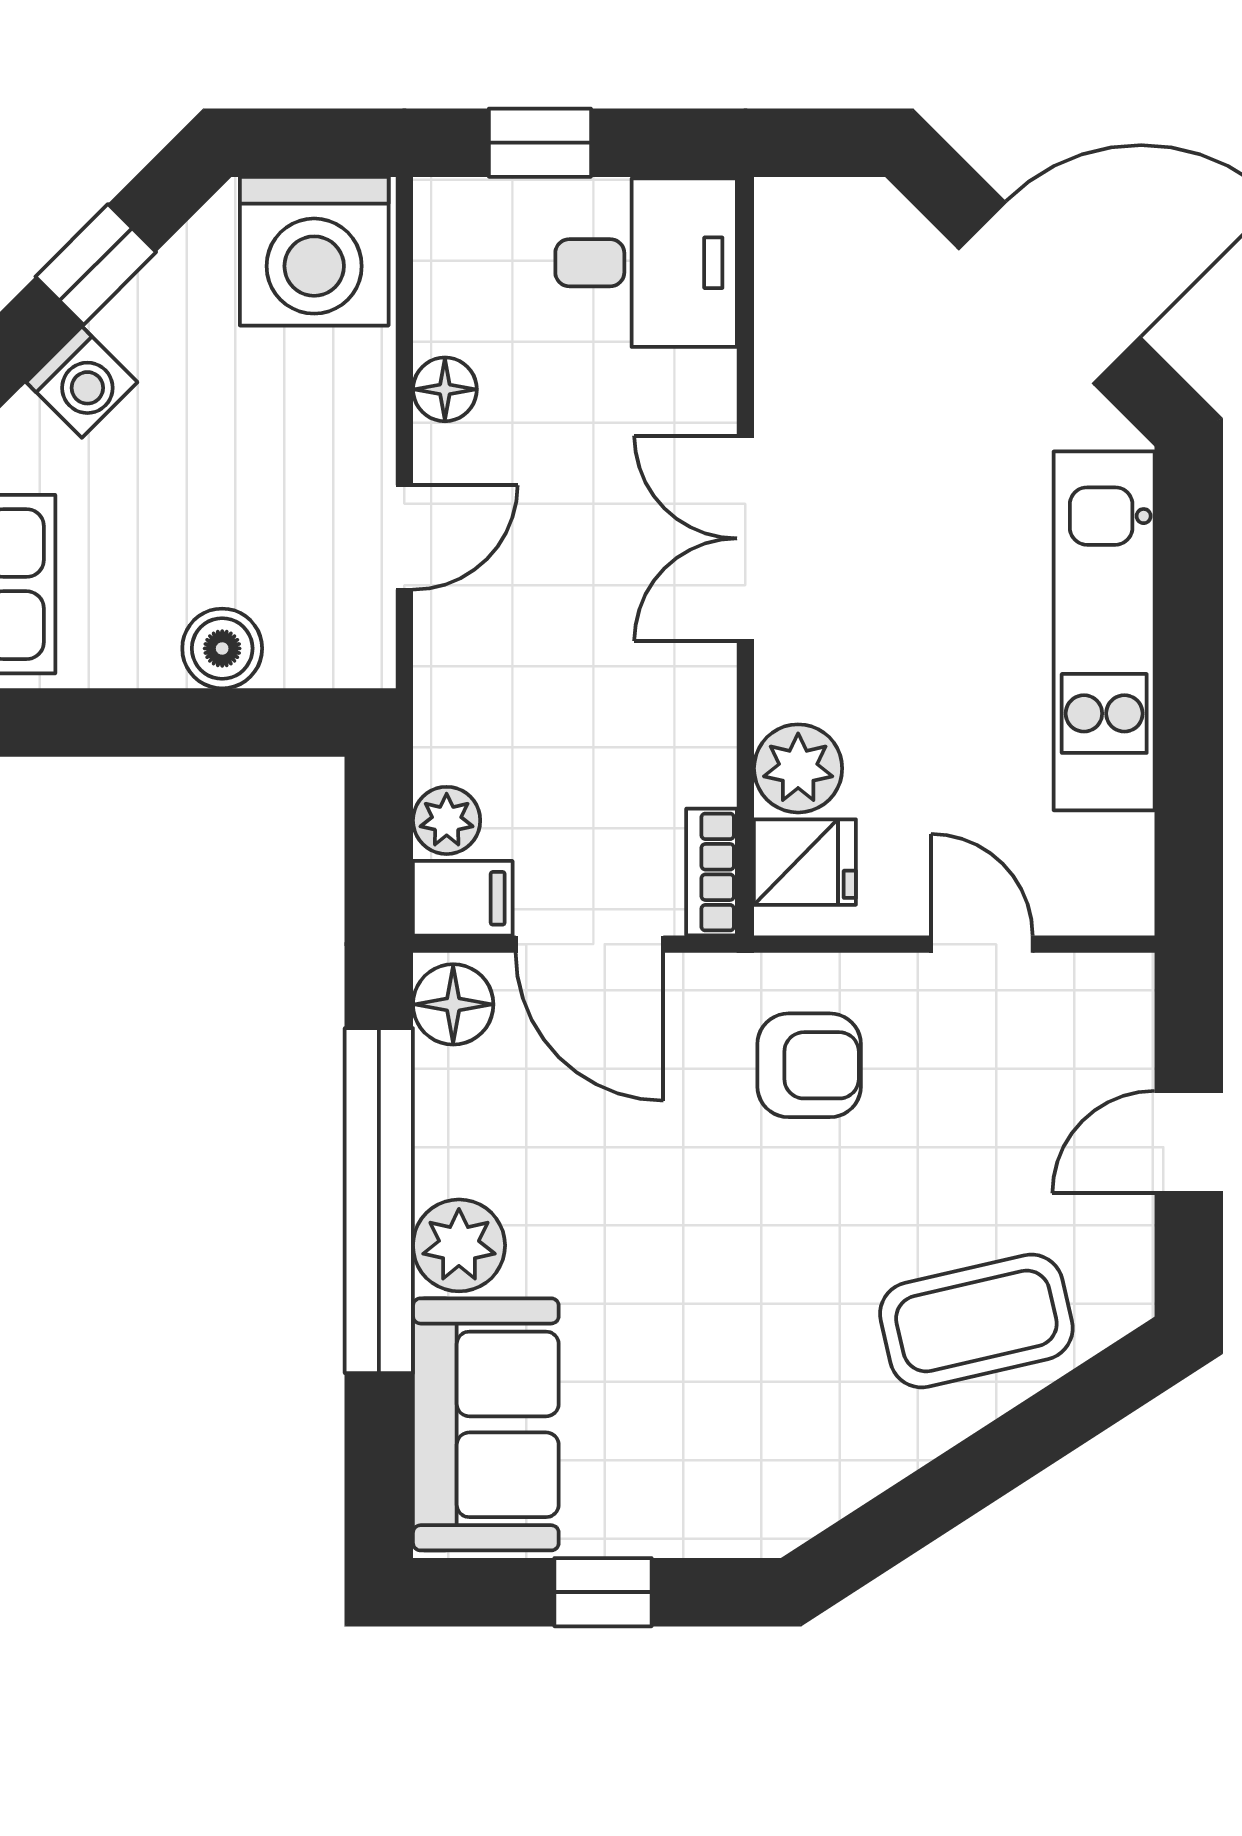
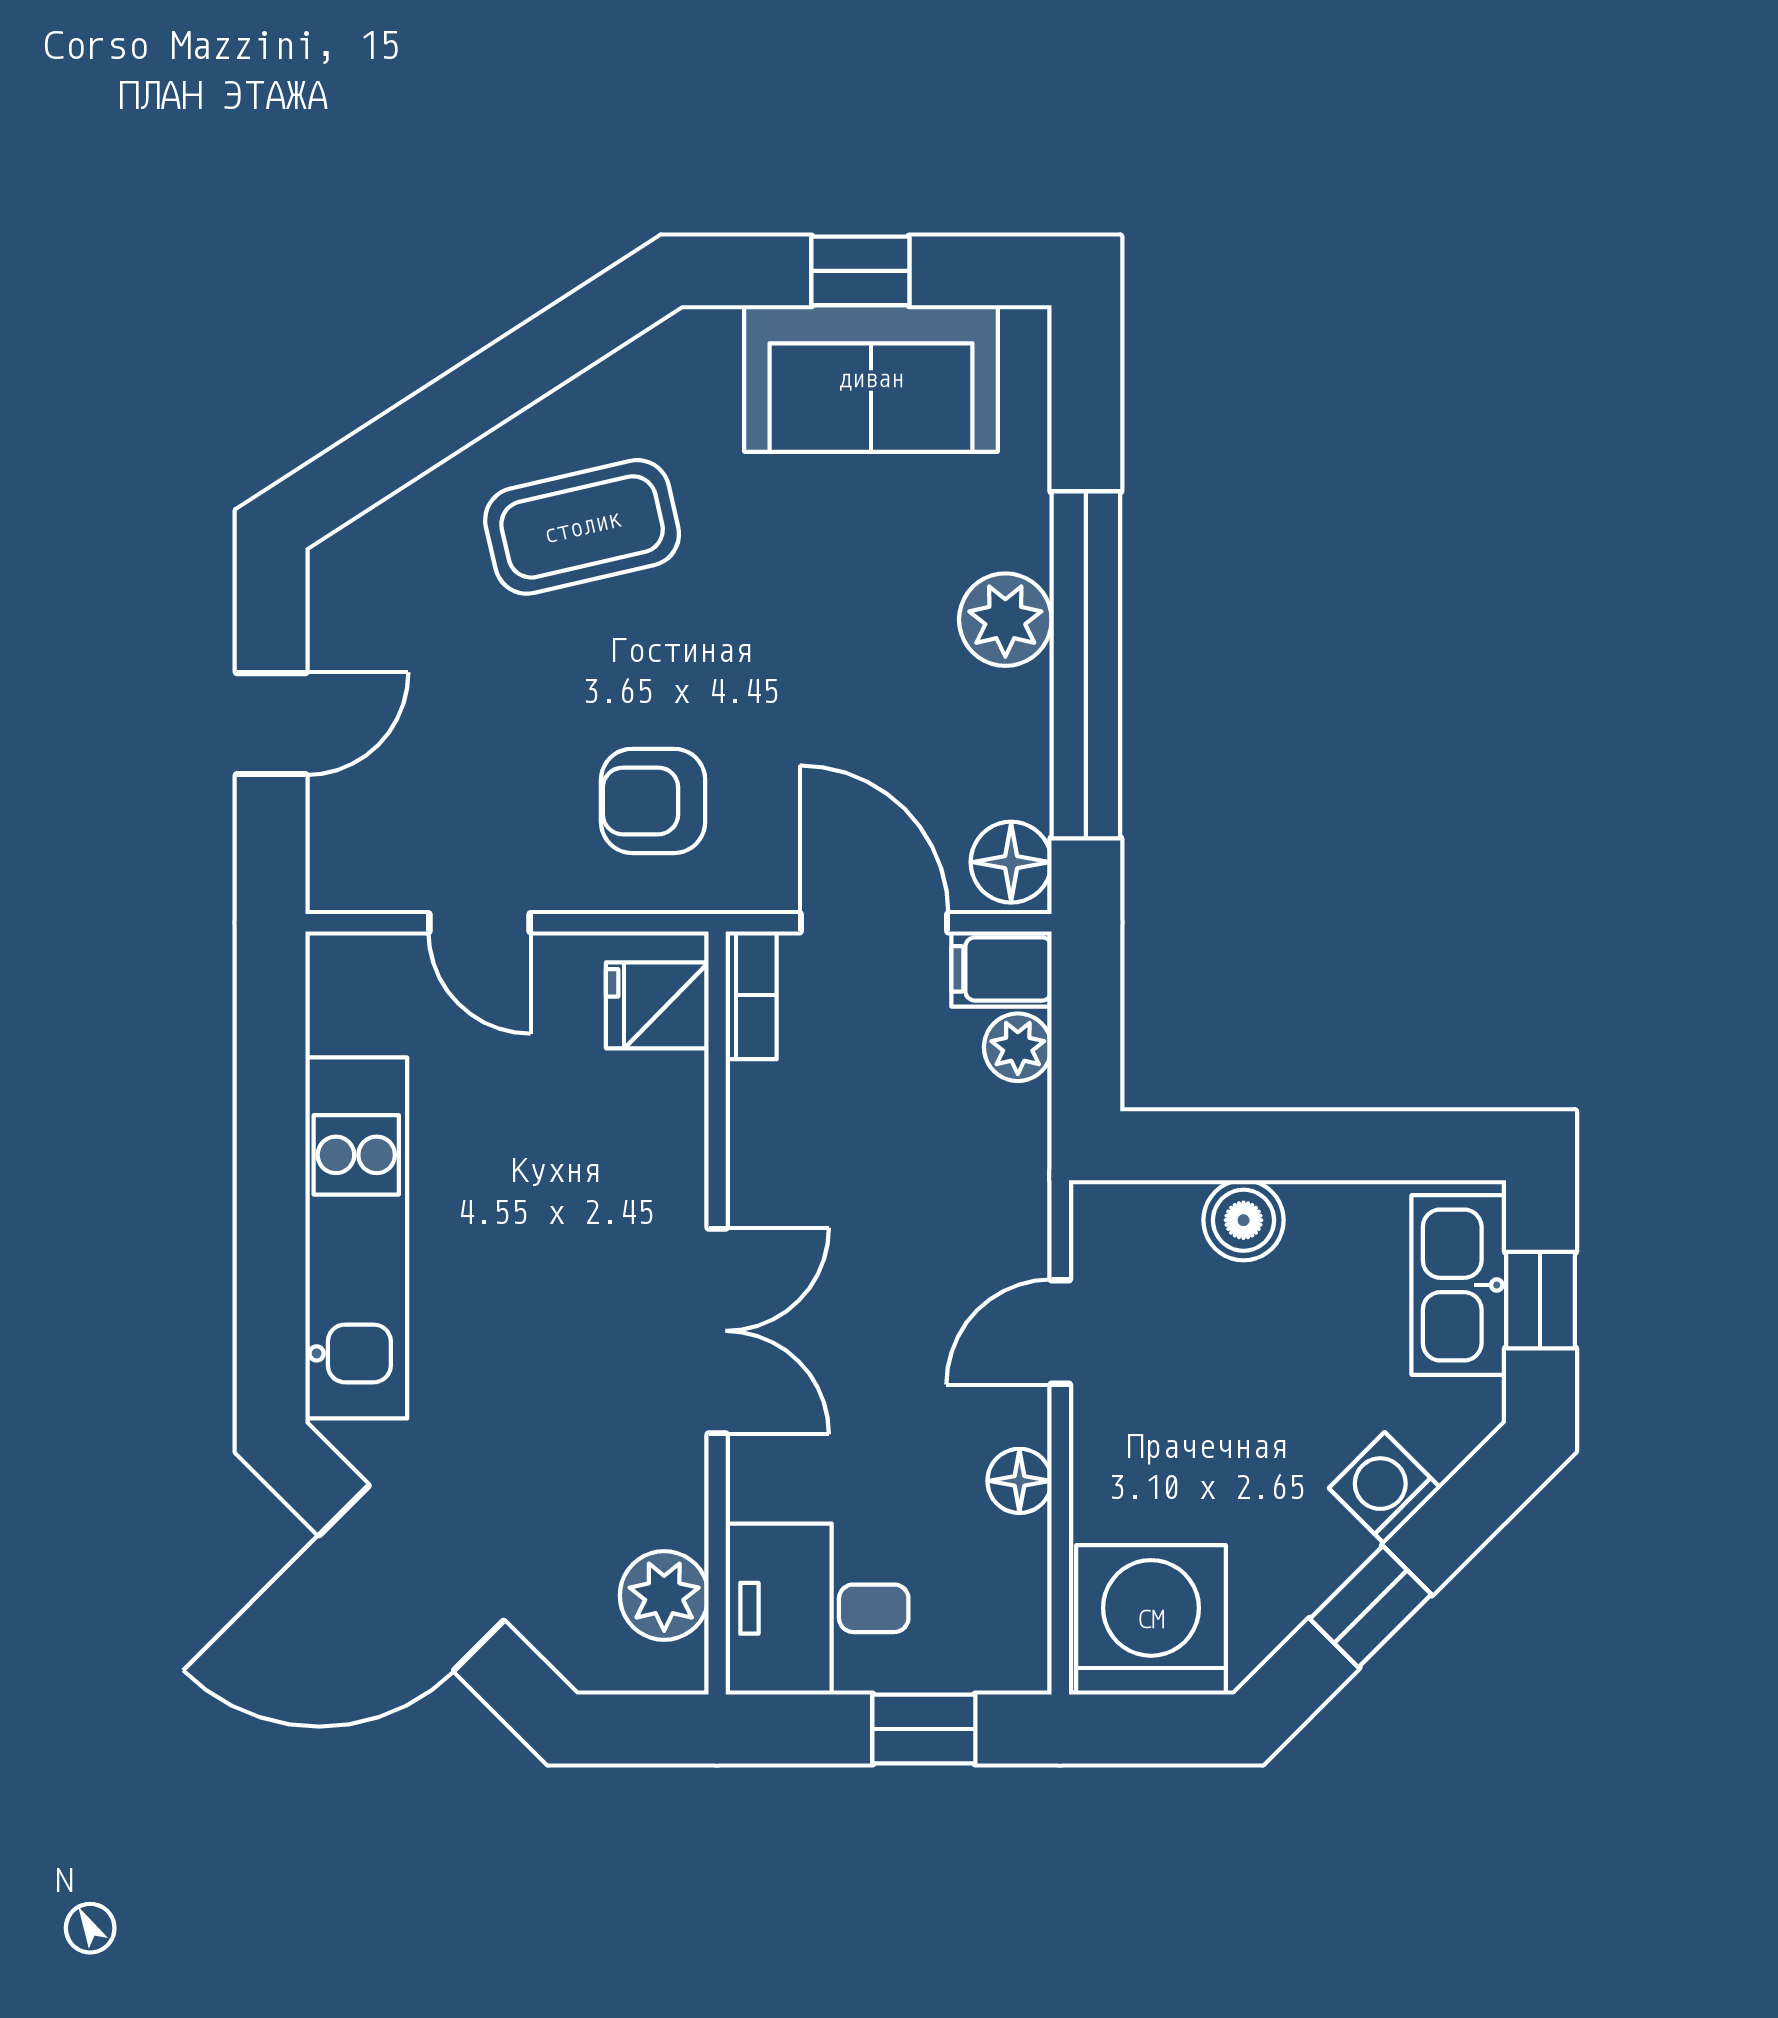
plant: (798, 768) -> (664, 1595), moved
coffee table: (976, 1321) -> (582, 527), moved
sofa: (486, 1424) -> (871, 379), moved, turned -90

